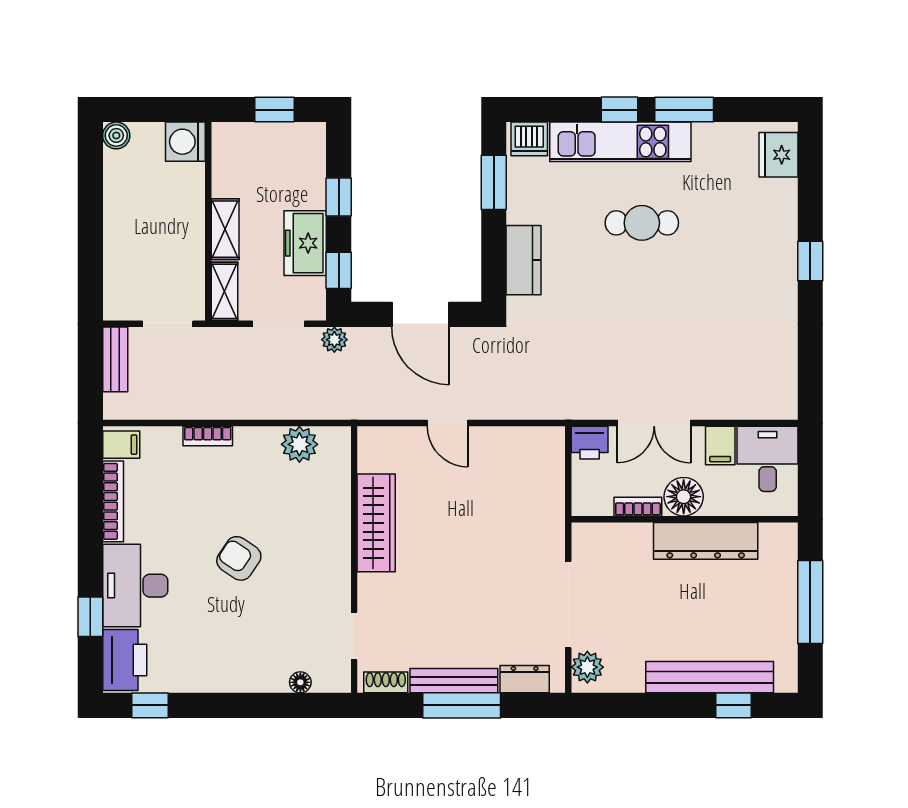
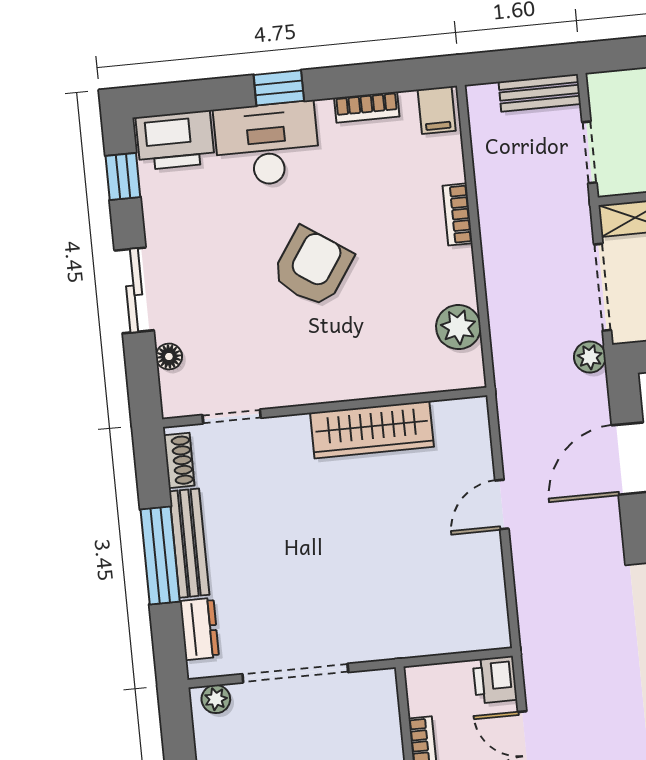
doorway: (279, 324) -> (603, 287), width x1.38
bookcase: (113, 501) -> (367, 107), width x0.64
armchair: (239, 558) -> (312, 267), width x1.38, depth x1.38
window: (90, 617) -> (279, 88), moved
plant: (587, 667) -> (216, 699), width x0.73, depth x0.73
sliding door: (244, 705) -> (134, 290), added

